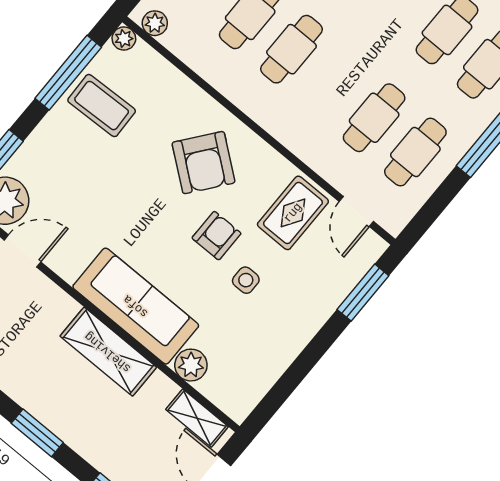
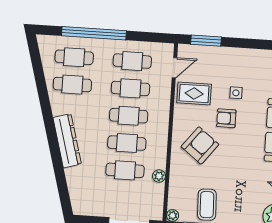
plant: (155, 23) -> (159, 176), moved
cafe table: (333, 83) -> (129, 116), added

